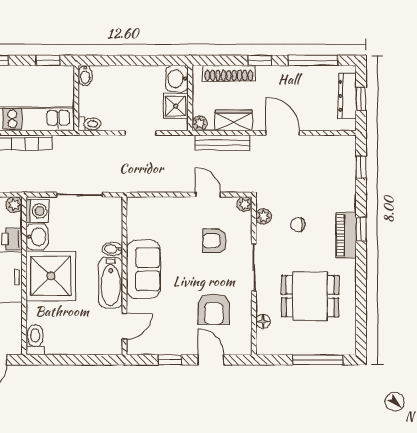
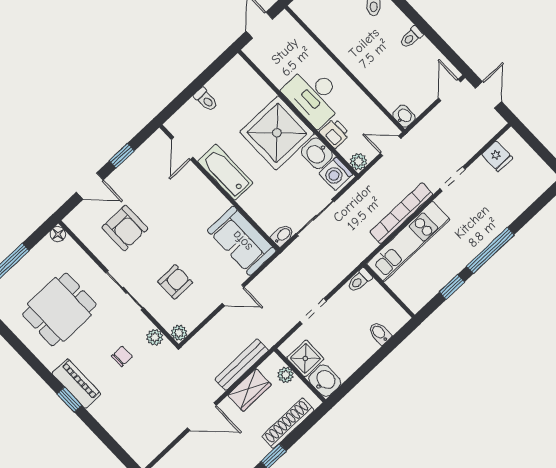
window: (48, 60) -> (452, 287), moved
bidet: (85, 76) -> (380, 333), moved
plant: (200, 123) -> (286, 375), moved
window: (361, 167) -> (115, 448), removed
door: (208, 195) -> (233, 295), moved
bidet: (112, 249) -> (283, 235), moved
sofa: (143, 269) -> (242, 241), moved
armchair: (214, 309) -> (125, 228), turned 180
floor lamp: (263, 321) -> (58, 234), moved
toilet: (35, 340) -> (206, 100), moved, width x0.73, depth x0.72

